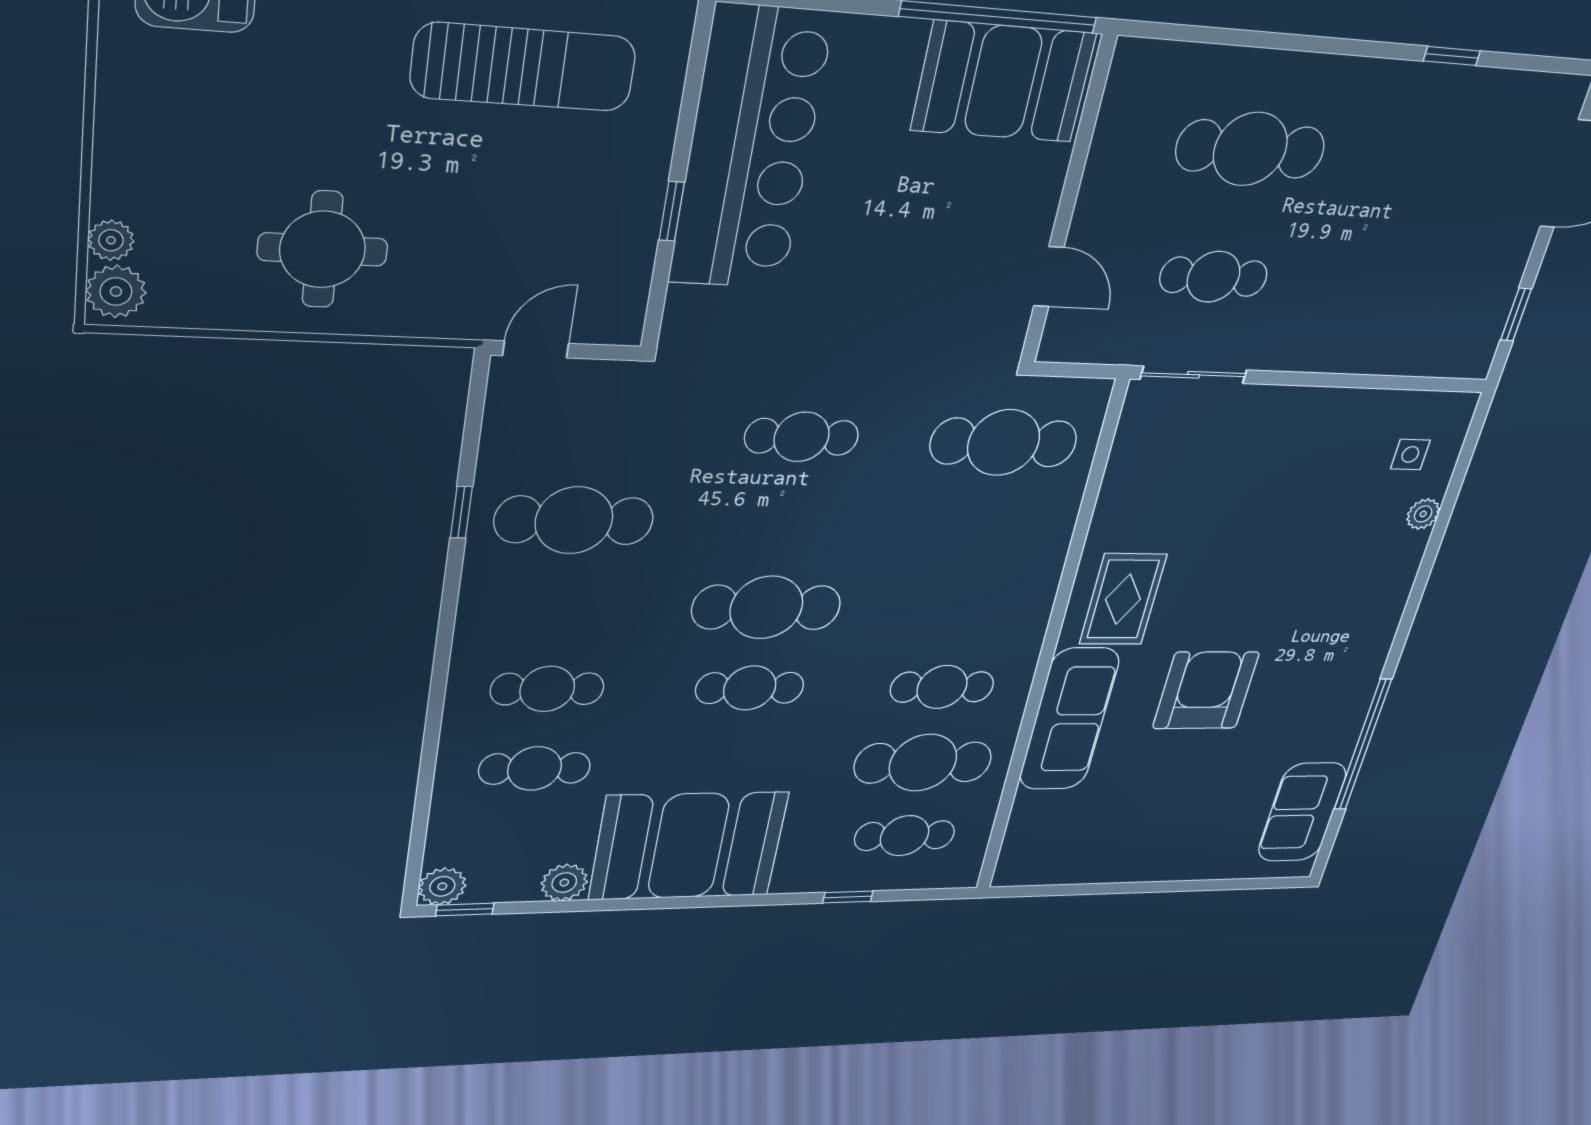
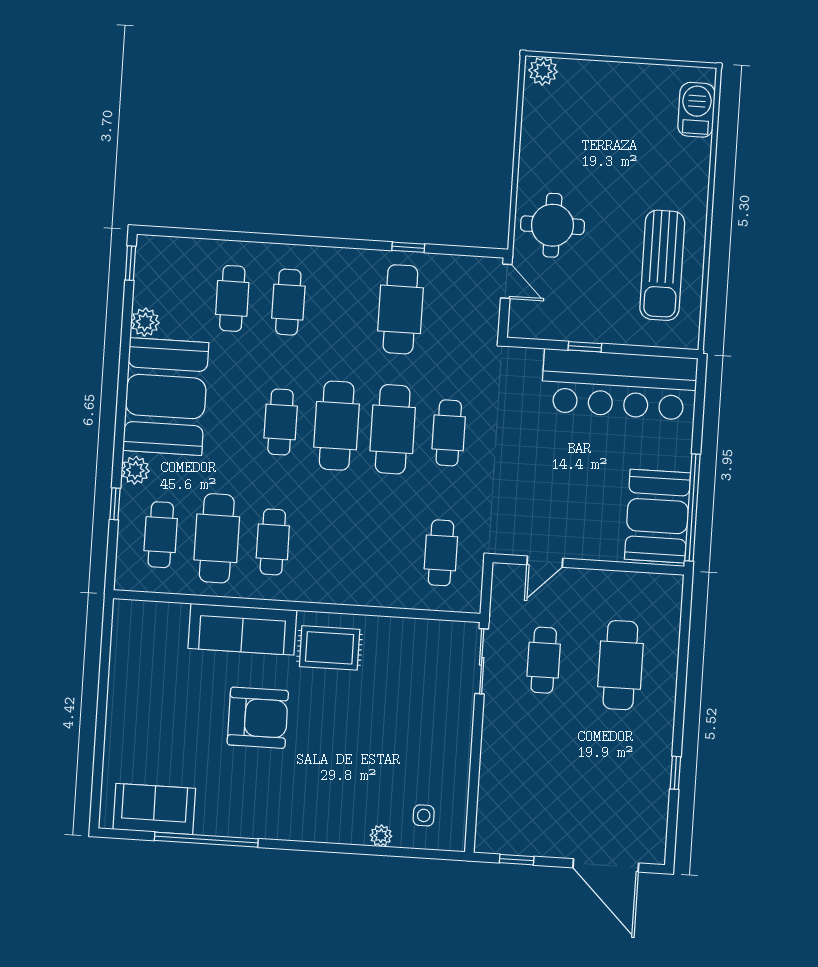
plant: (111, 240) -> (571, 69), removed
round table: (323, 249) -> (552, 225), moved
cafe table: (1004, 443) -> (441, 553), width x0.73, depth x0.74
cafe table: (784, 524) -> (393, 429), added
plant: (442, 886) -> (135, 470), moved

